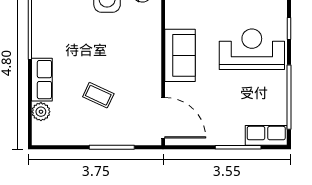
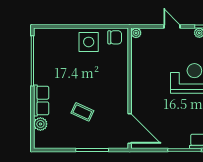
sofa: (180, 55) -> (142, 83), removed

